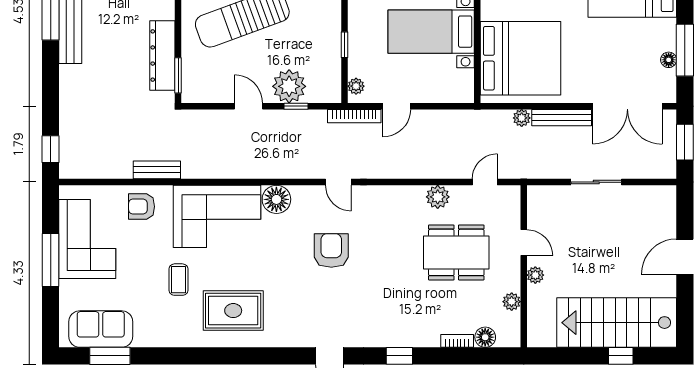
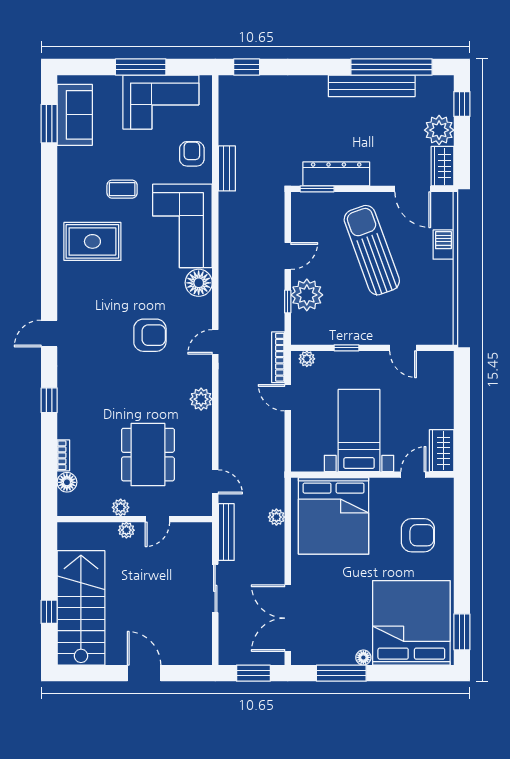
floor lamp: (669, 60) -> (363, 657), moved
bench: (562, 118) -> (226, 532), moved
plant: (438, 197) -> (201, 399), moved
plant: (512, 302) -> (121, 507), moved
rug: (233, 311) -> (92, 241), turned 90

